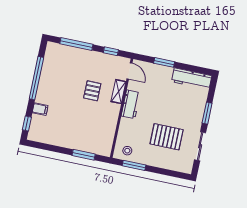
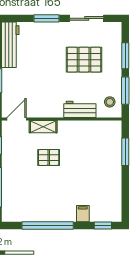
workbench: (131, 104) -> (80, 109), moved
pallet: (167, 137) -> (84, 60), turned 90
window: (163, 171) -> (125, 56), added

